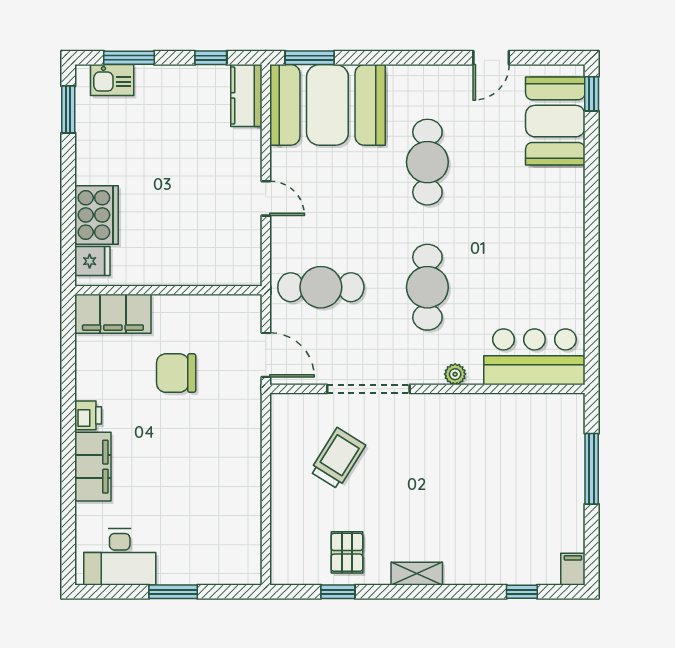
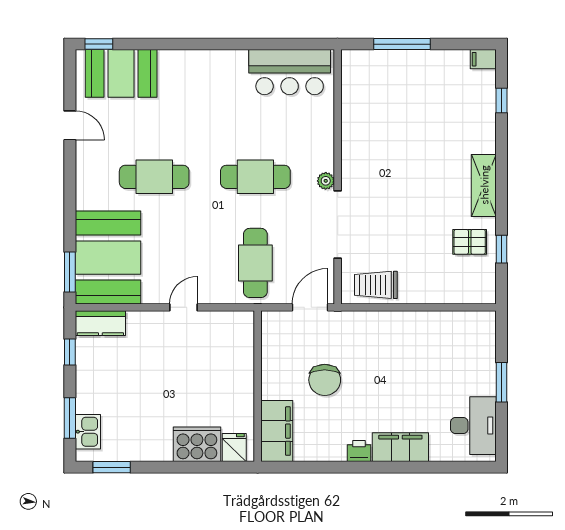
bar counter: (534, 357) -> (290, 72), moved, turned -90
plant: (455, 374) -> (326, 181), moved
trolley: (338, 458) -> (376, 285), moved, turned -32
shelving: (417, 574) -> (484, 185), width x1.50, depth x1.33

